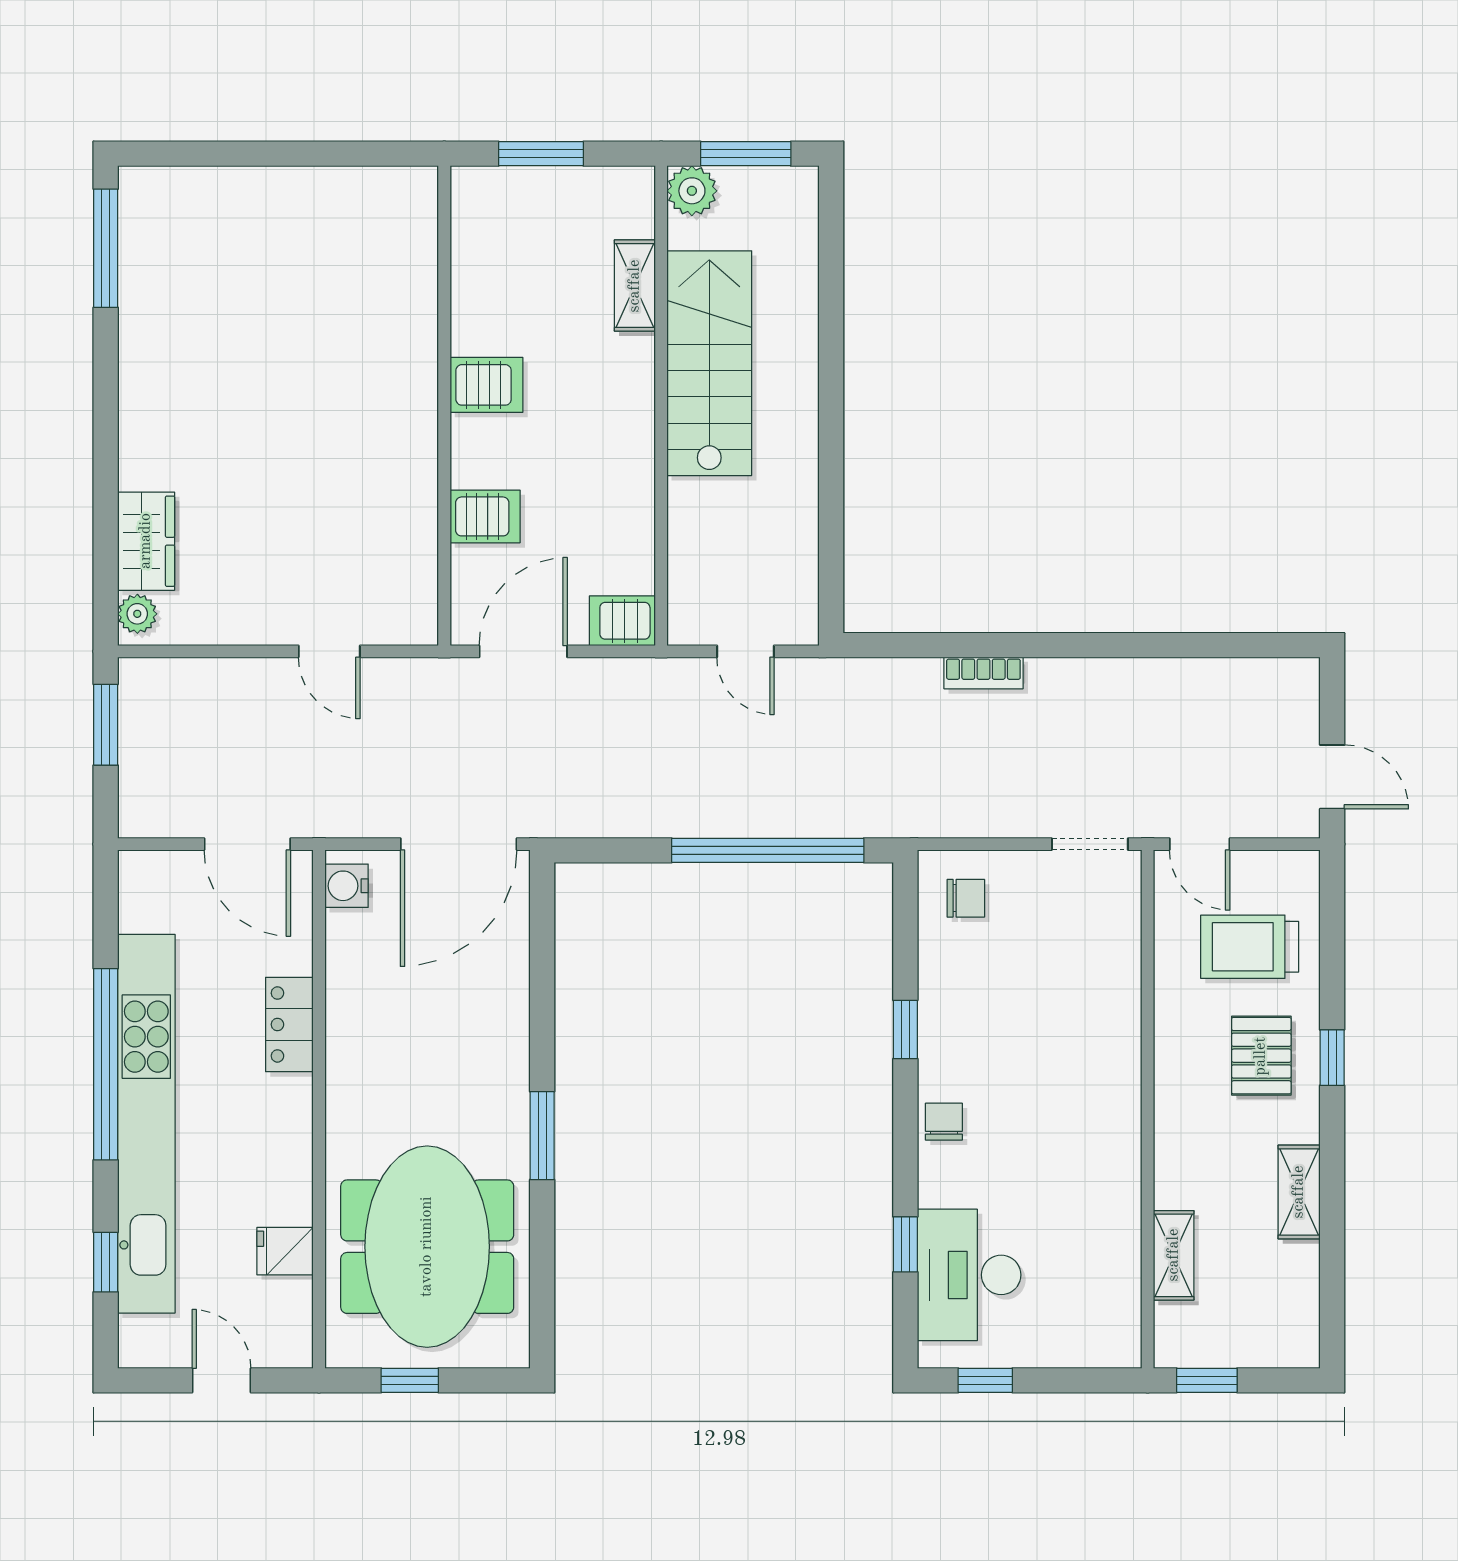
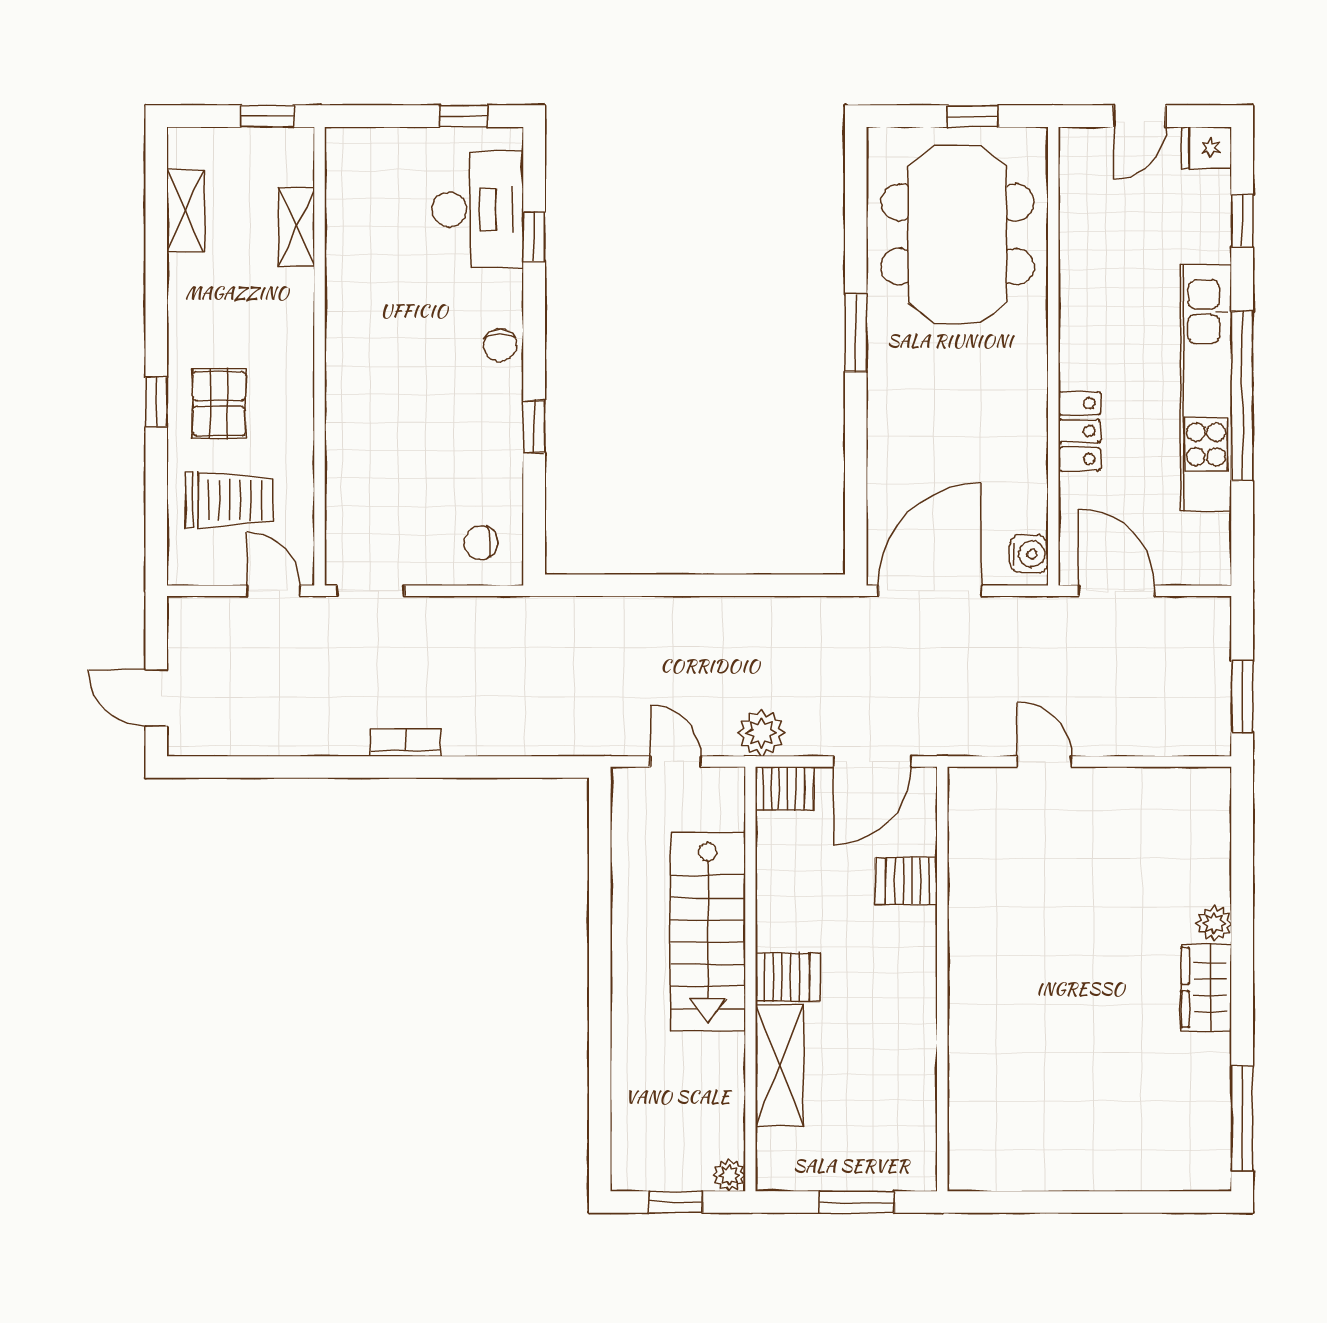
window: (746, 154) -> (675, 1202), width x0.67
plant: (692, 191) -> (729, 1175), width x0.73, depth x0.73
shelving: (635, 286) -> (780, 1065), width x1.50, depth x1.33
stairs: (709, 363) -> (708, 931), moved
server rack: (486, 385) -> (788, 977), moved, turned 180
wardrobe: (146, 541) -> (1206, 988), moved
plant: (137, 614) -> (1214, 923), moved
bookcase: (983, 673) -> (406, 742), moved
plant: (649, 684) -> (761, 733), added
door: (1332, 777) -> (156, 698), moved
window: (768, 850) -> (656, 585), removed
kitchen unit: (146, 1124) -> (1206, 388), width x0.73
shelving: (1299, 1192) -> (186, 211), moved
fridge: (285, 1251) -> (1207, 148), moved, turned 180
door: (221, 1380) -> (1140, 116), hinge flipped

